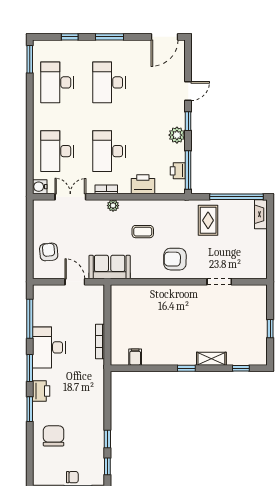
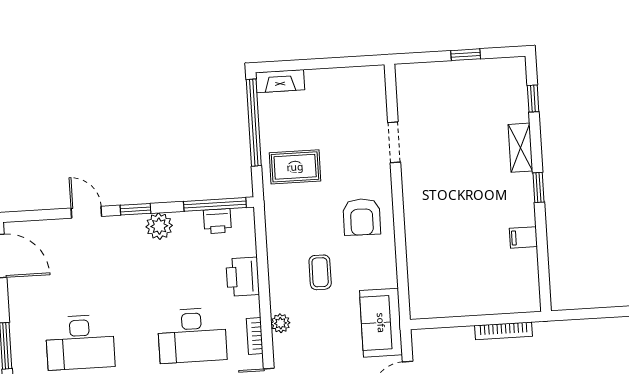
filing cabinet: (135, 357) -> (523, 237), moved

